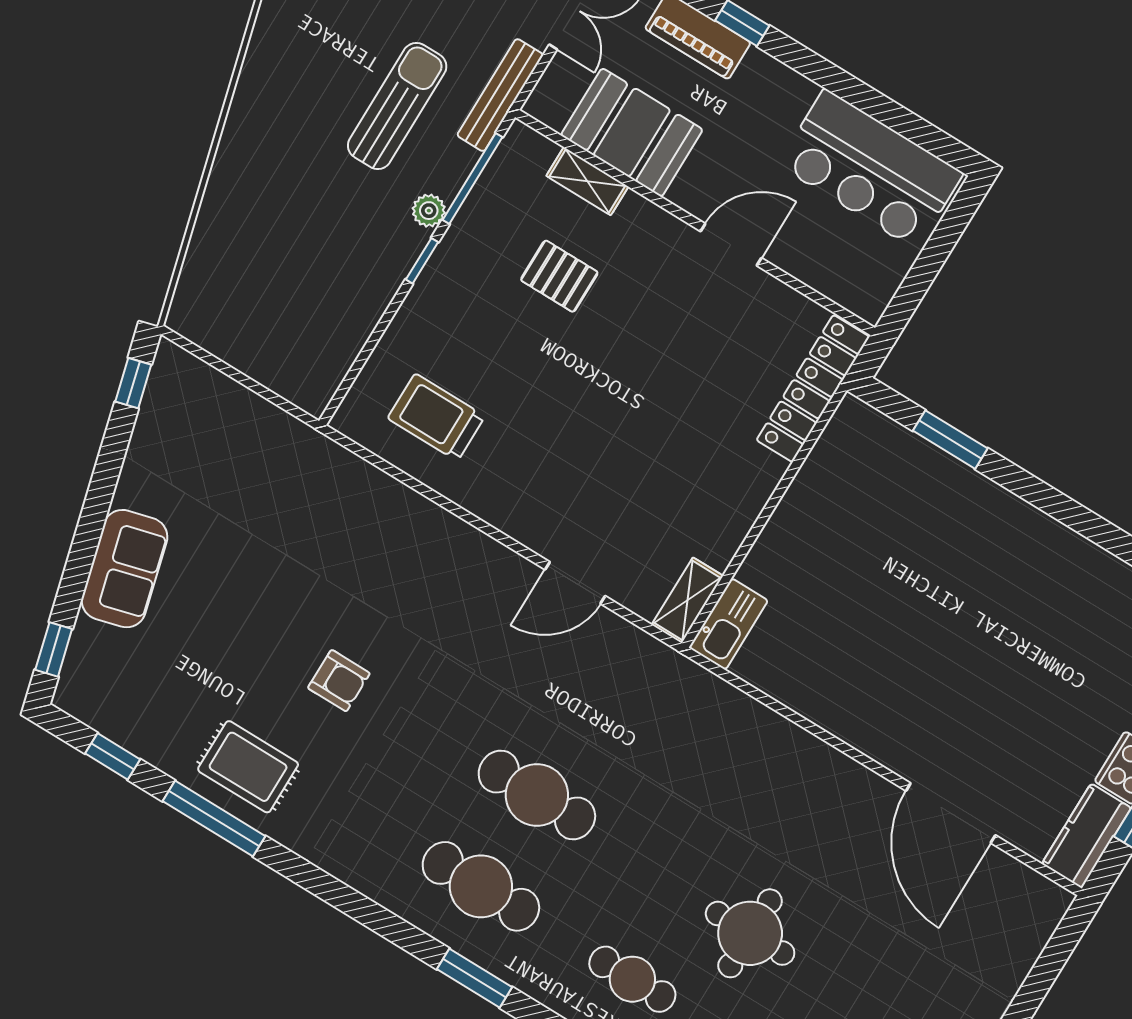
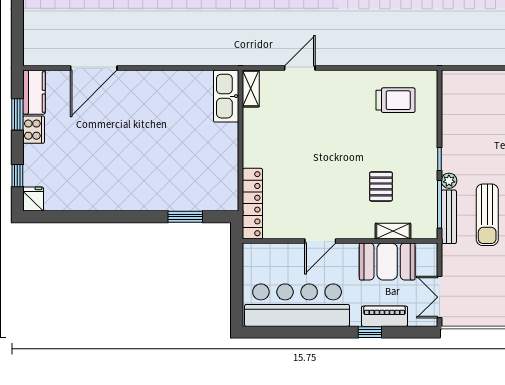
bench: (500, 95) -> (449, 217), moved
bar counter: (870, 169) -> (297, 305), width x1.36
pallet: (559, 276) -> (381, 186), turned 90
kitchen sink: (728, 624) -> (226, 96), width x1.36, depth x1.24
door: (951, 813) -> (94, 68), swing flipped

